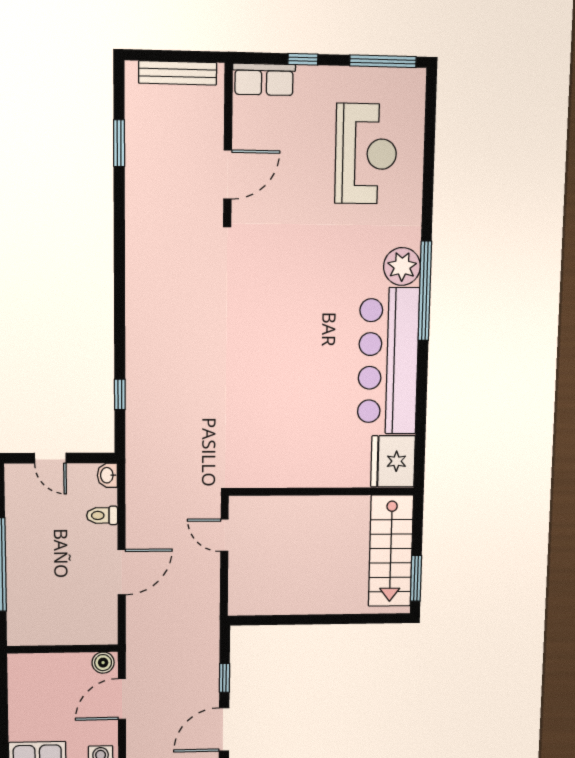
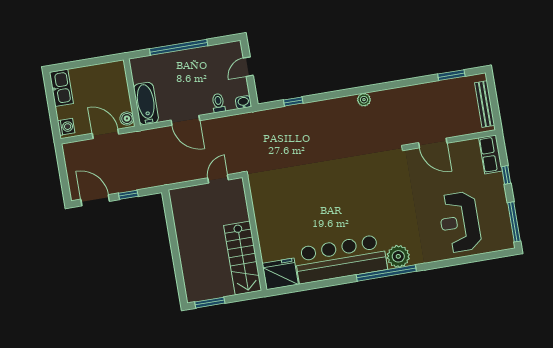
window: (119, 143) -> (451, 75), moved
reception desk: (366, 154) -> (460, 222), turned 90
plant: (136, 277) -> (364, 100), added
stairs: (391, 551) -> (243, 258), moved, turned -90
bathtub: (84, 629) -> (146, 103), added

